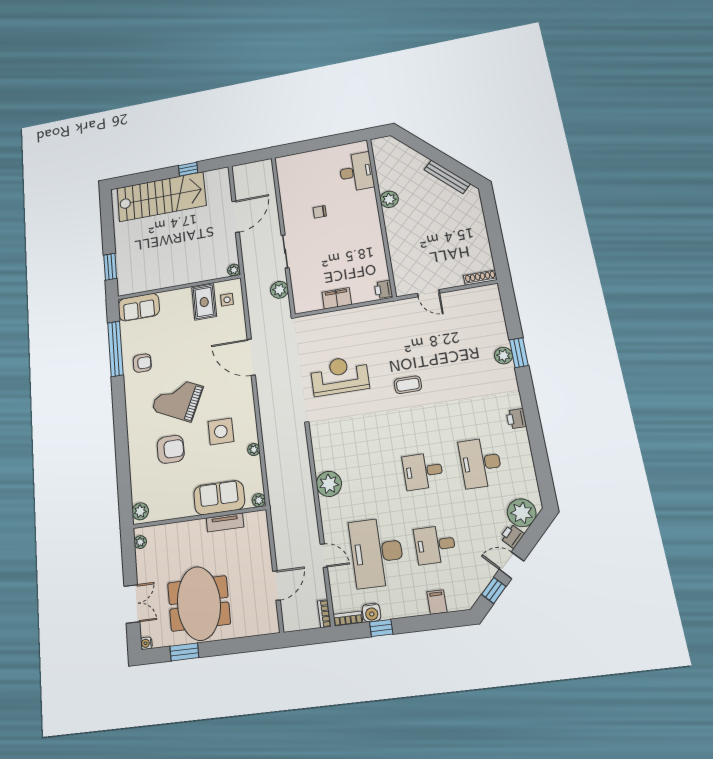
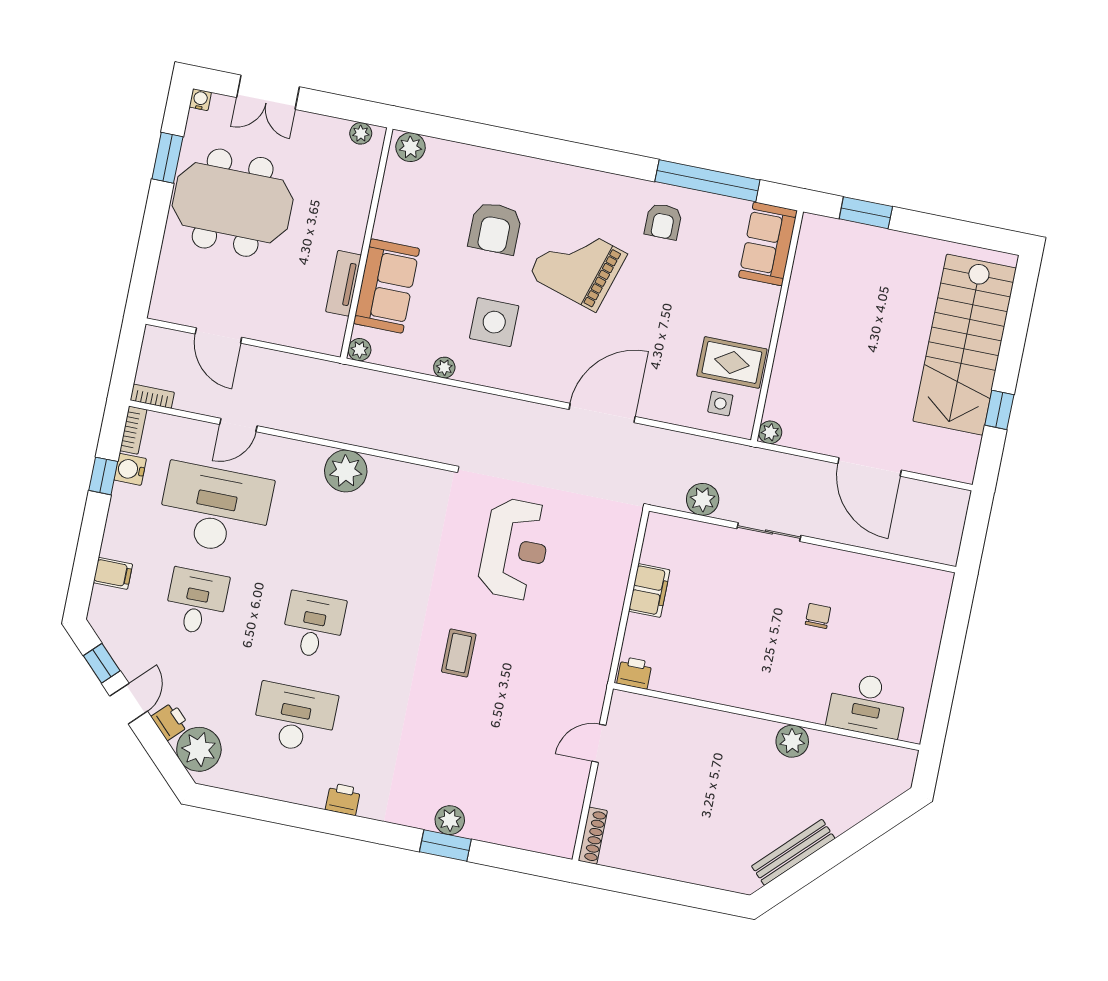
grand piano: (177, 398) -> (578, 265), turned -98

